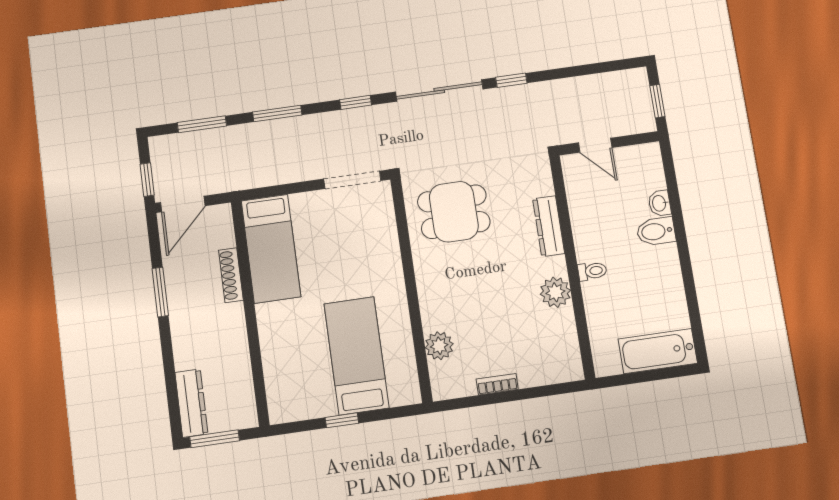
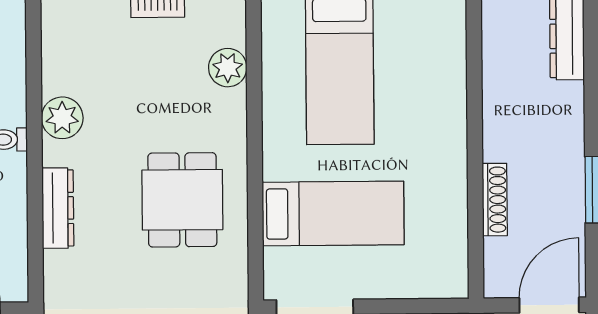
dining table: (454, 212) -> (182, 200), moved, turned 90
bed: (271, 249) -> (333, 213), moved, turned 90

